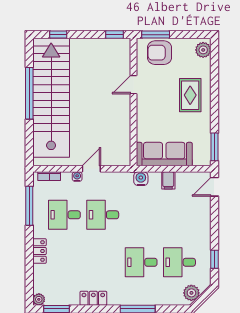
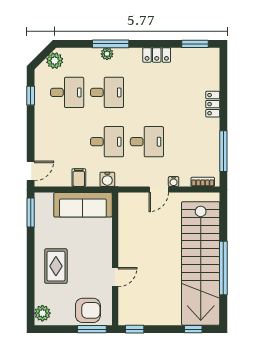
desk: (64, 215) -> (107, 142), moved
plant: (39, 299) -> (107, 54), moved

